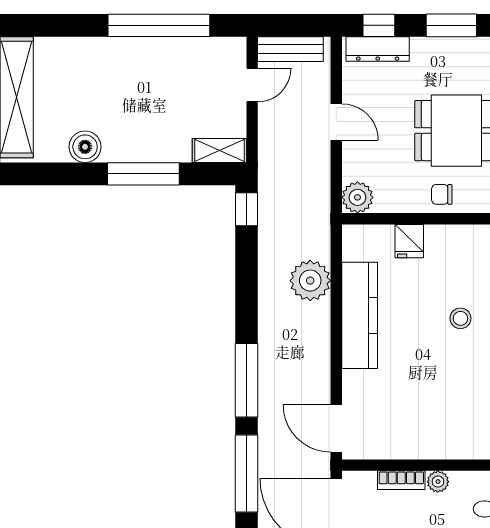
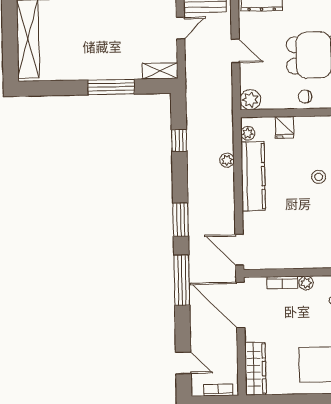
boiler: (85, 147) -> (73, 70), removed
window: (247, 209) -> (179, 140), moved
plant: (352, 249) -> (248, 133), added
plant: (310, 281) -> (227, 160), width x0.53, depth x0.53
window: (247, 380) -> (181, 220), width x0.69

